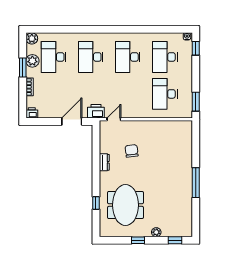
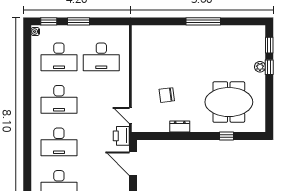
window: (196, 102) -> (78, 21), moved
window: (138, 240) -> (269, 67), moved

